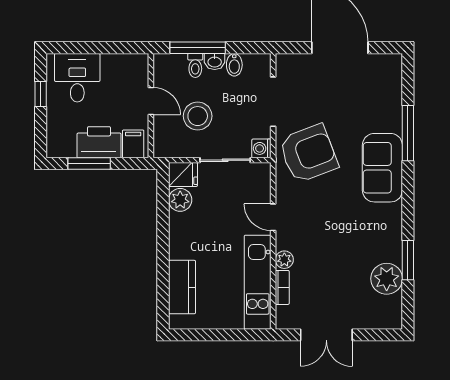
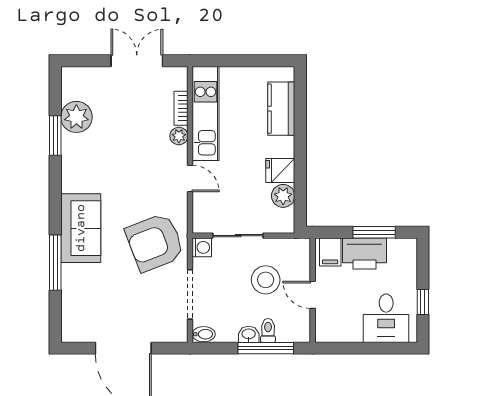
bidet: (234, 65) -> (204, 334), moved, turned 90
fridge: (183, 174) -> (280, 170), moved

